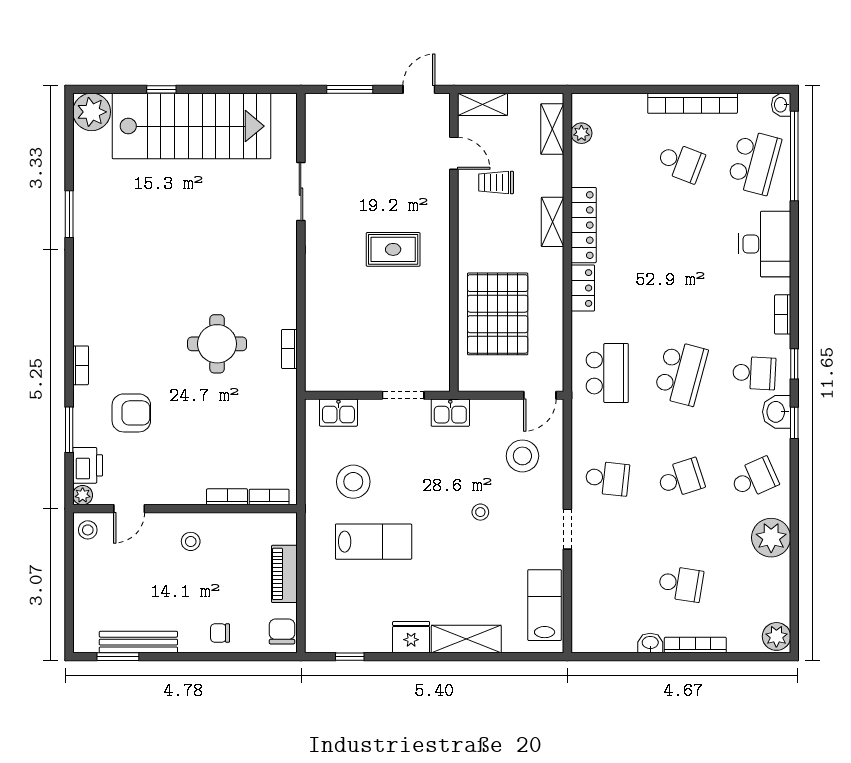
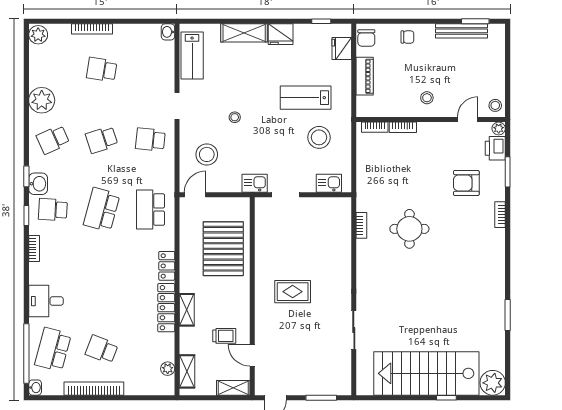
desk: (765, 244) -> (46, 301), width x0.73
fridge: (319, 616) -> (342, 48), added
washbasin: (650, 643) -> (168, 32), moved, turned 90

